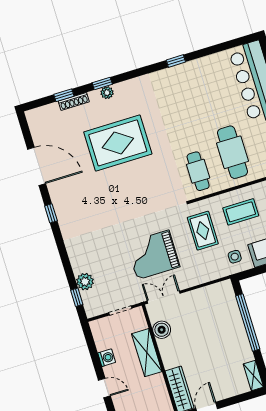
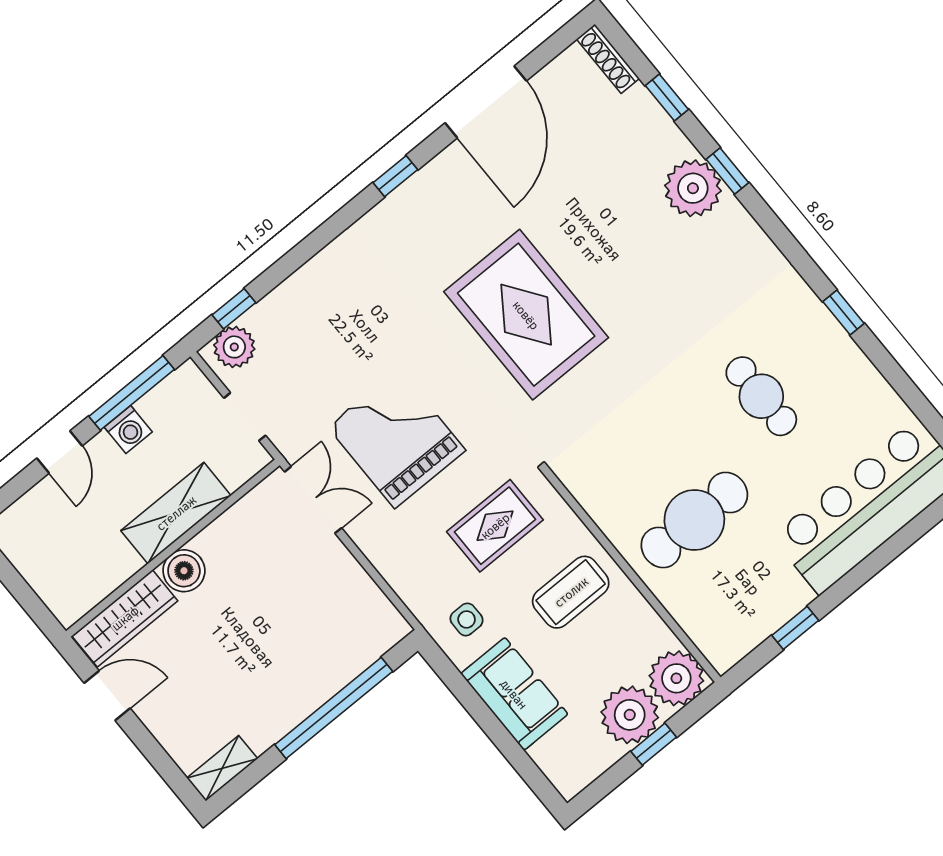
plant: (107, 93) -> (693, 188), width x1.87, depth x1.87
shoe rack: (74, 101) -> (608, 59), moved
rug: (118, 143) -> (526, 315), moved
cafe table: (198, 171) -> (761, 396), moved, turned 90
coffee table: (241, 212) -> (571, 592), turned 90
plant: (85, 282) -> (234, 347), moved
boiler: (162, 330) -> (184, 571), moved
window: (93, 351) -> (132, 393), added

